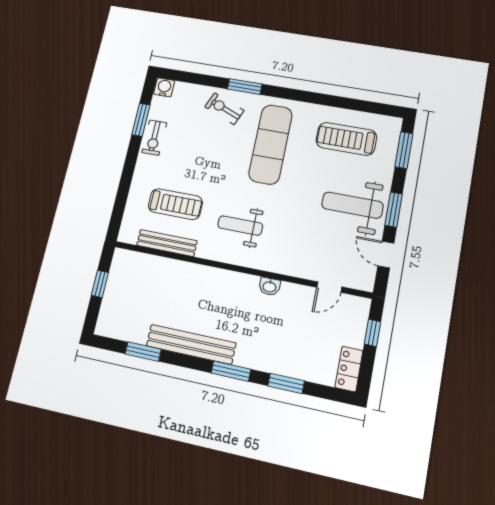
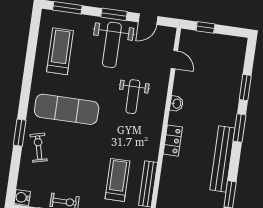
exercise bike: (224, 109) -> (39, 148), turned 144
treadmill: (346, 139) -> (60, 51), turned 180
weight bench: (240, 226) -> (133, 97), moved
locker: (349, 369) -> (173, 141), moved, turned -90

